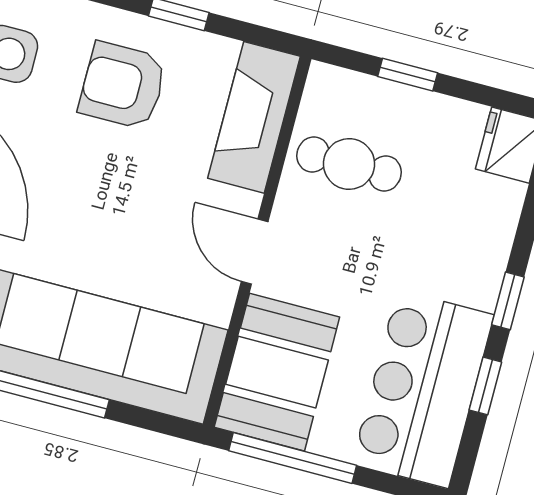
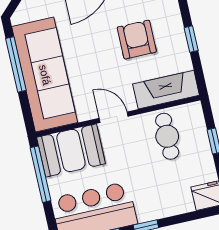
armchair: (123, 86) -> (137, 40), moved
door: (255, 252) -> (114, 117), hinge flipped

